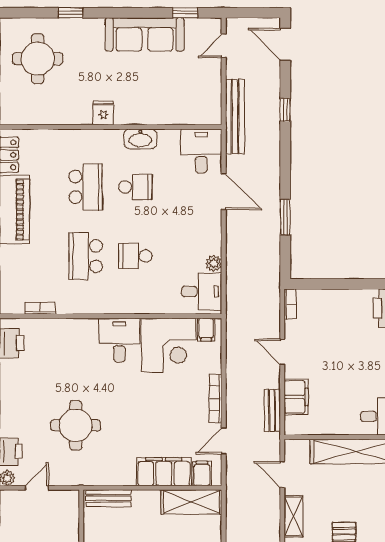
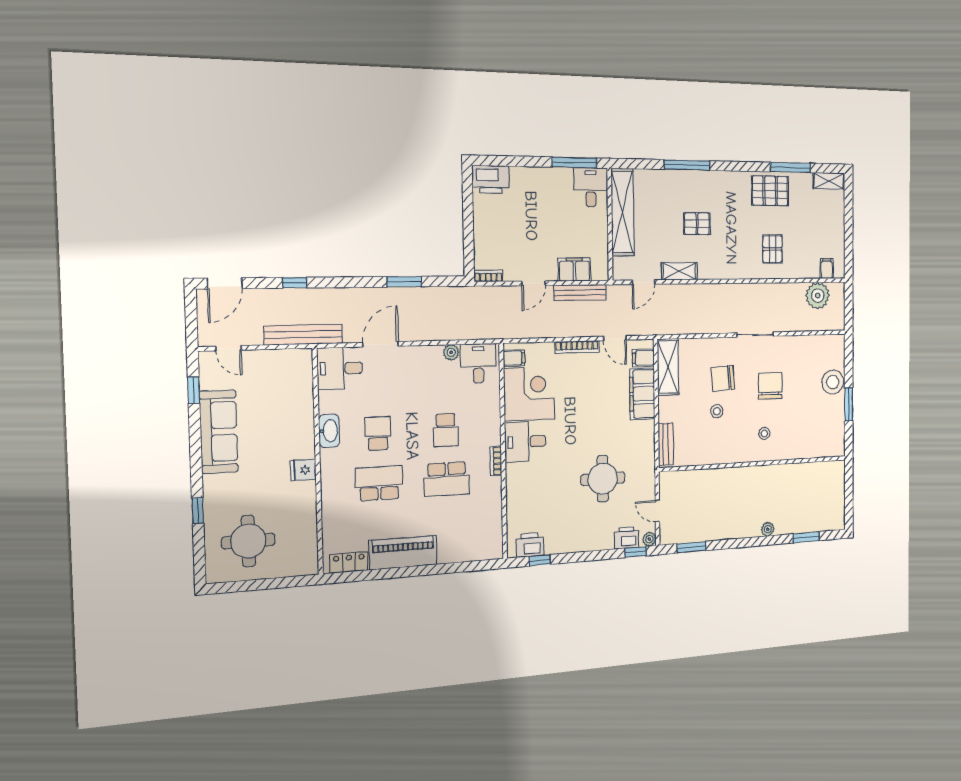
bookcase: (40, 308) -> (496, 461), moved
bench: (272, 410) -> (580, 292), width x1.36

